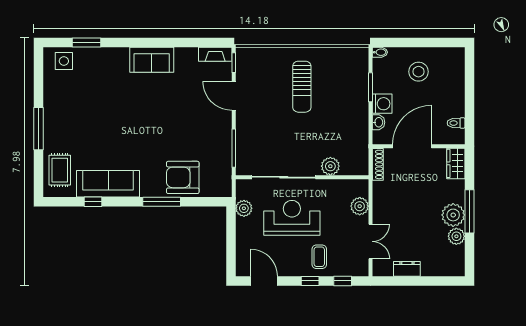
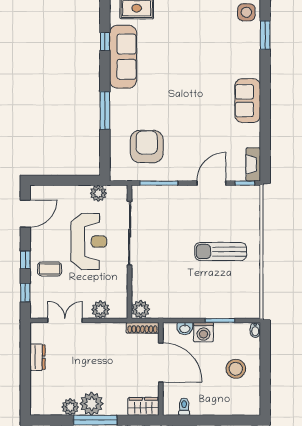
plant: (330, 166) -> (141, 309), moved
armchair: (183, 177) -> (147, 146), moved
double door: (370, 241) -> (65, 320), swing flipped

